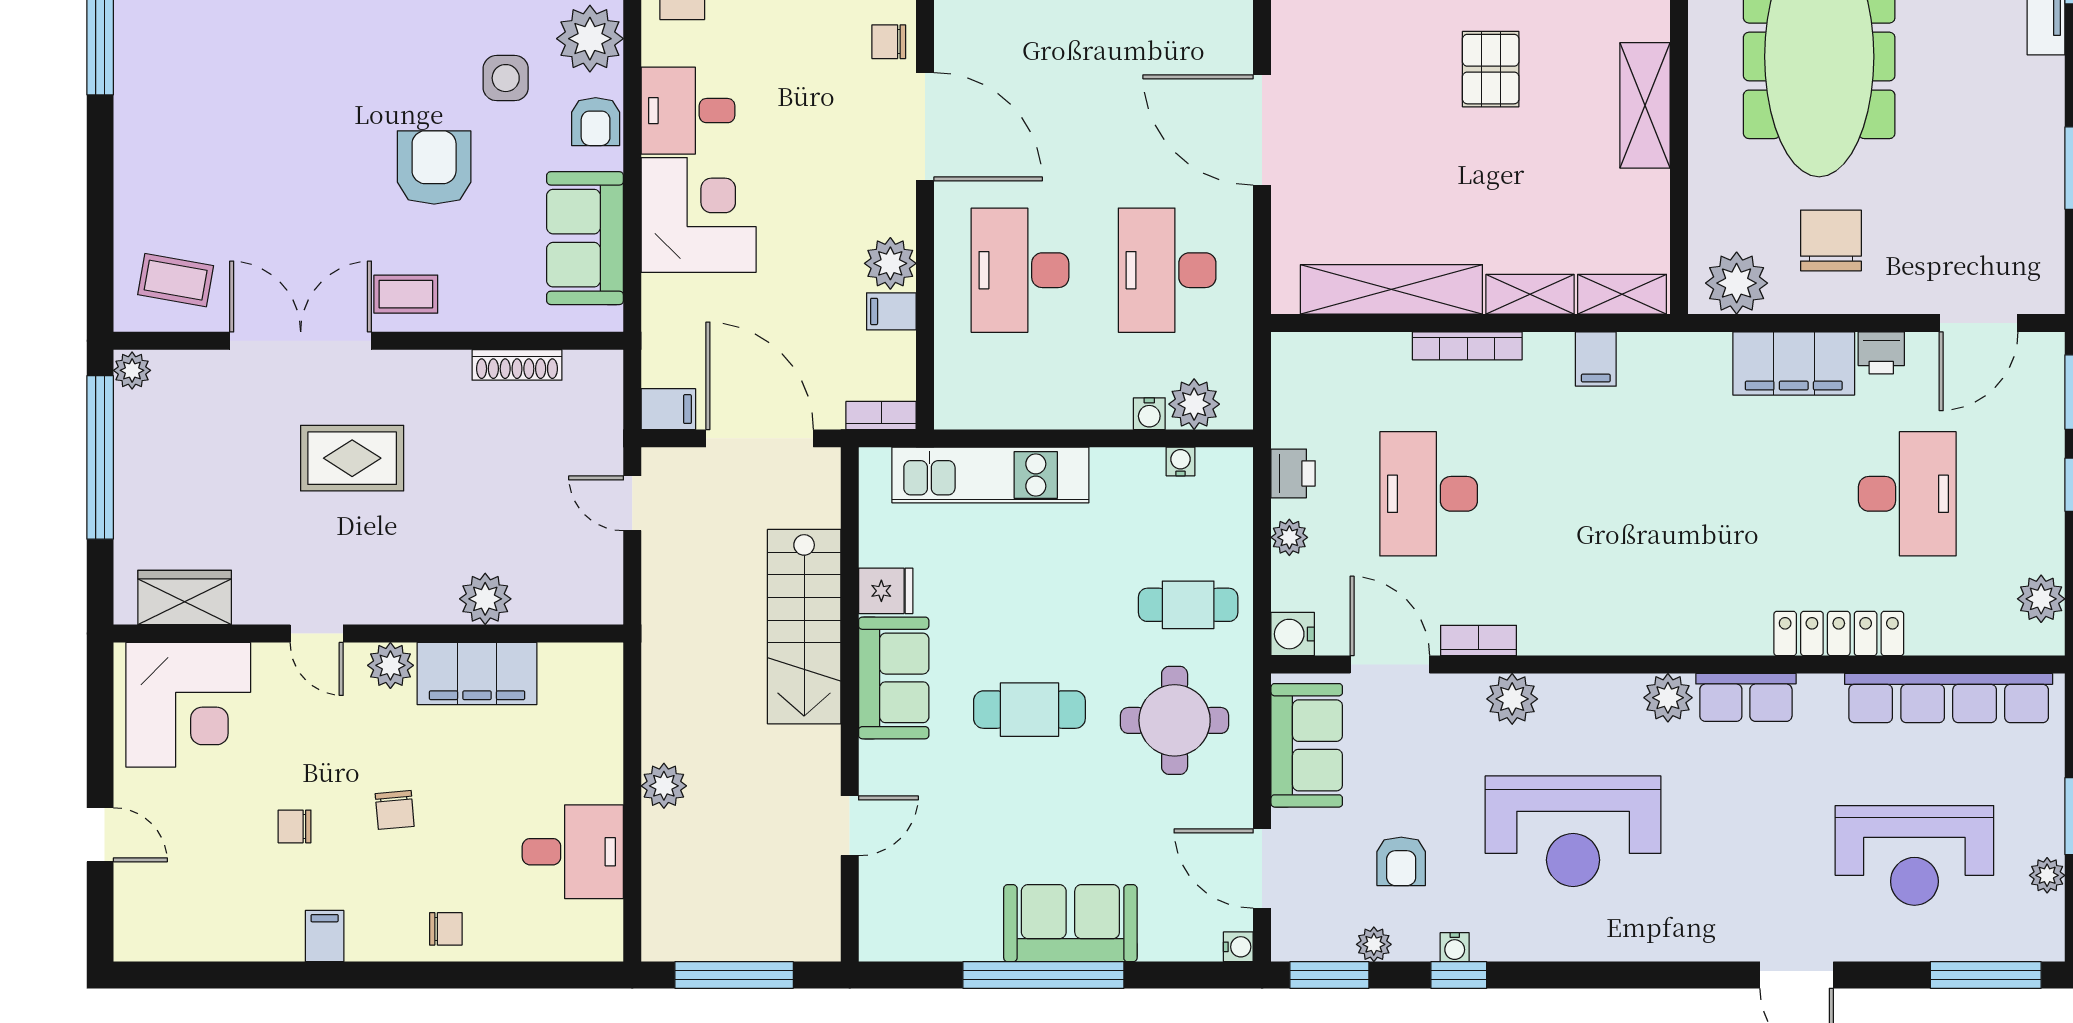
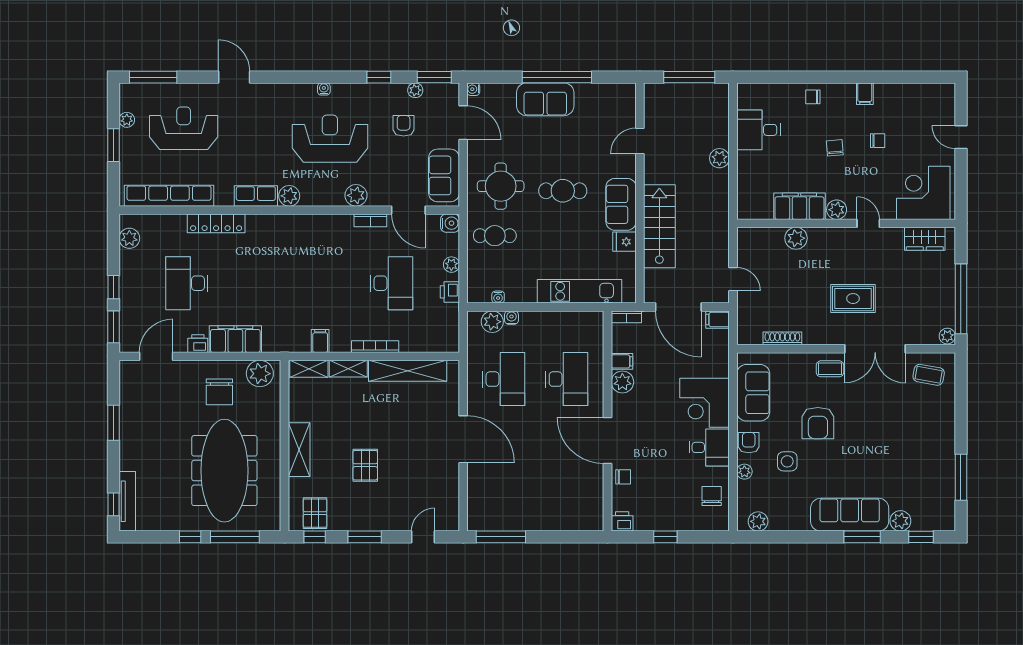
plant: (590, 39) -> (744, 472), width x0.53, depth x0.53
water cooler: (1455, 947) -> (324, 89), moved

